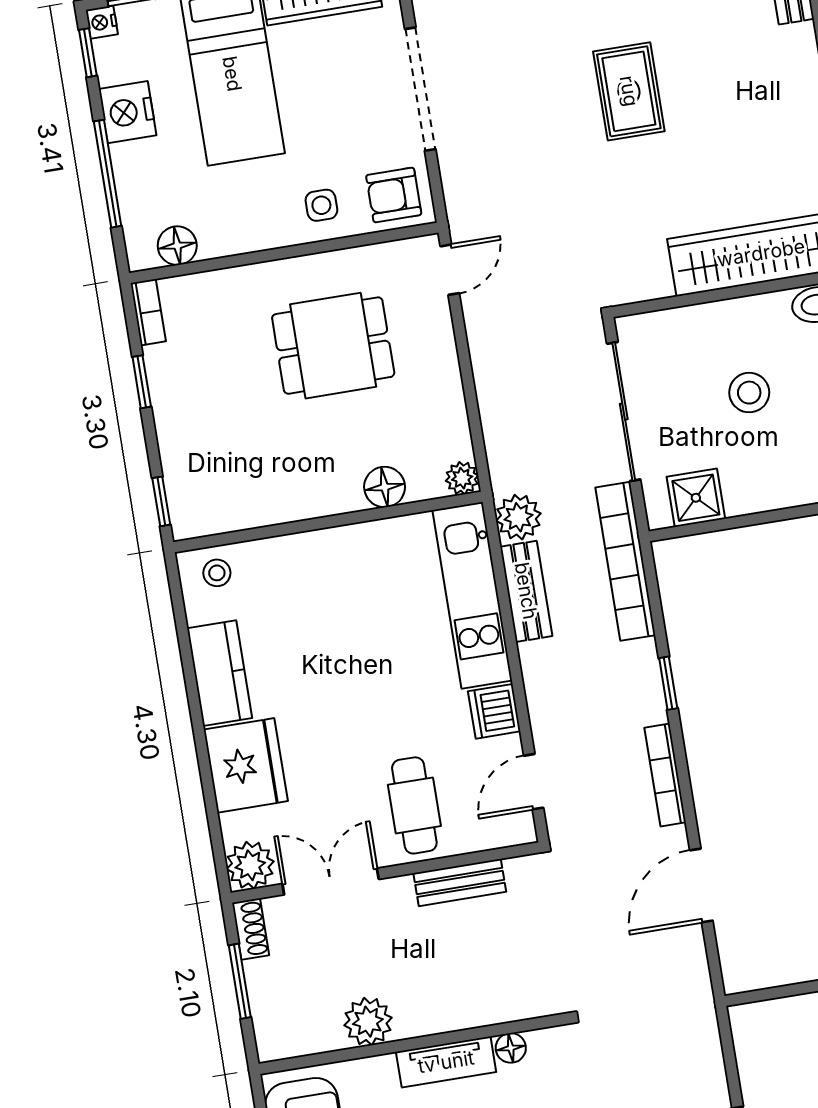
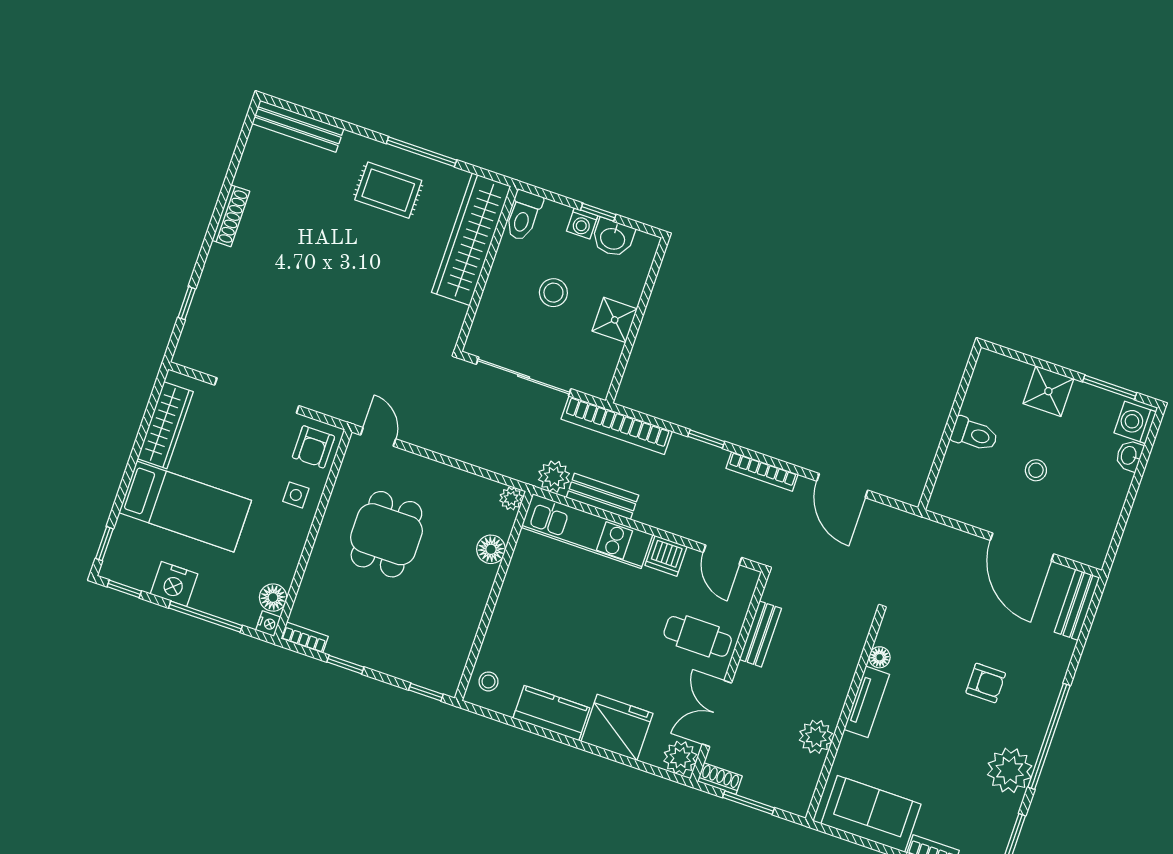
nightstand: (102, 22) -> (268, 624), moved, turned -90
rug: (629, 91) -> (388, 190), moved
shower: (696, 498) -> (615, 320), moved

